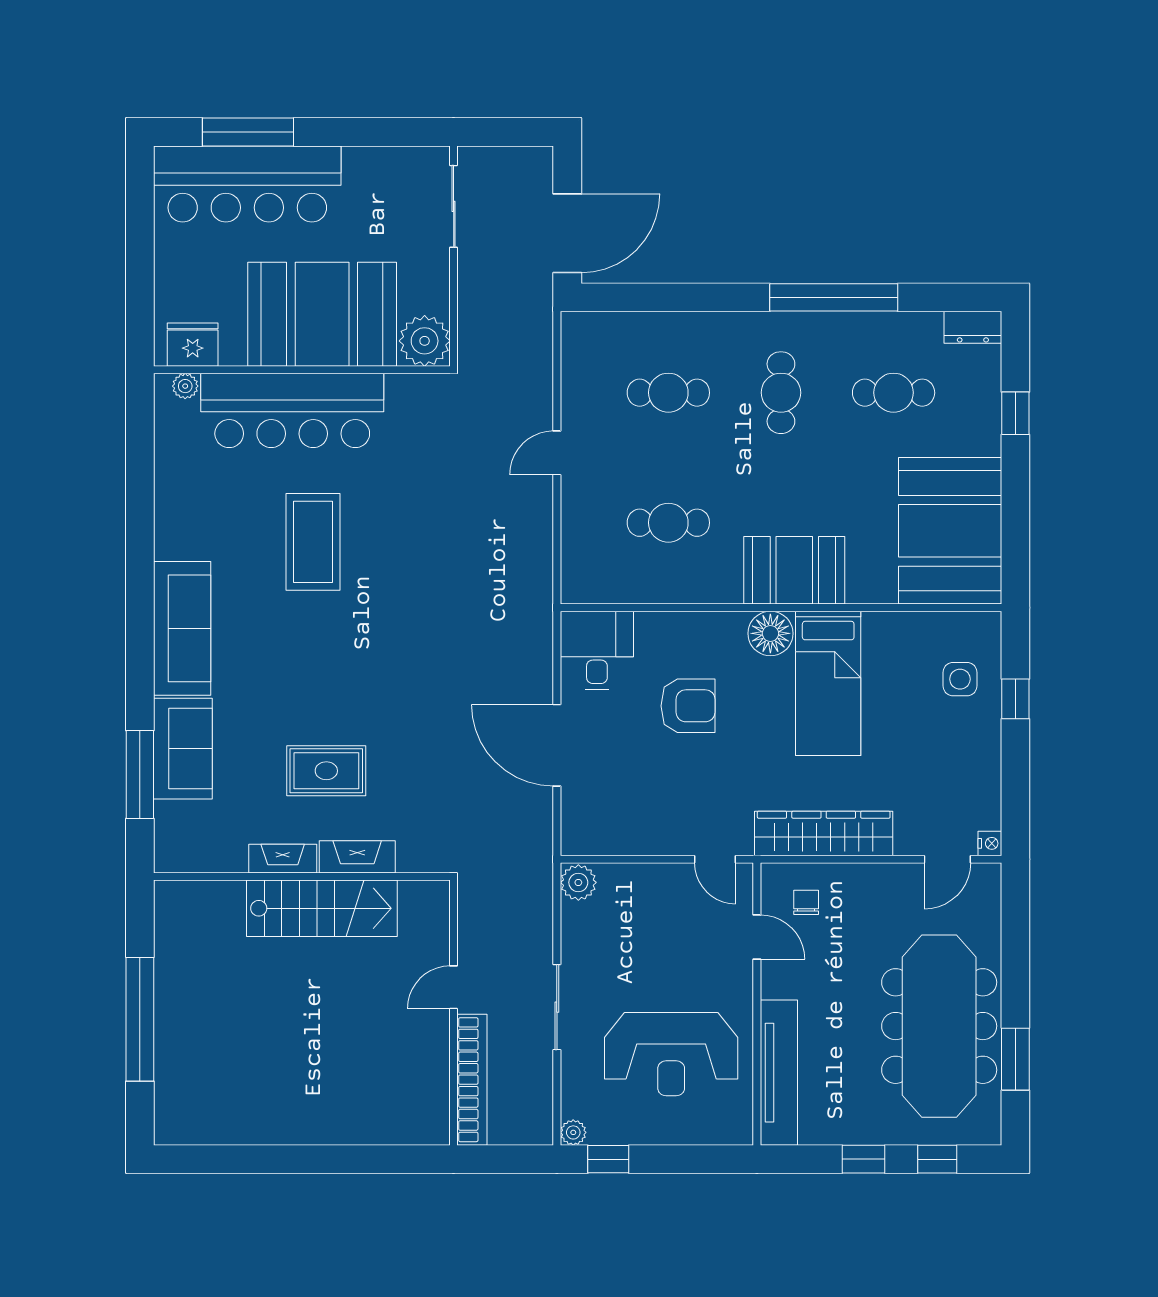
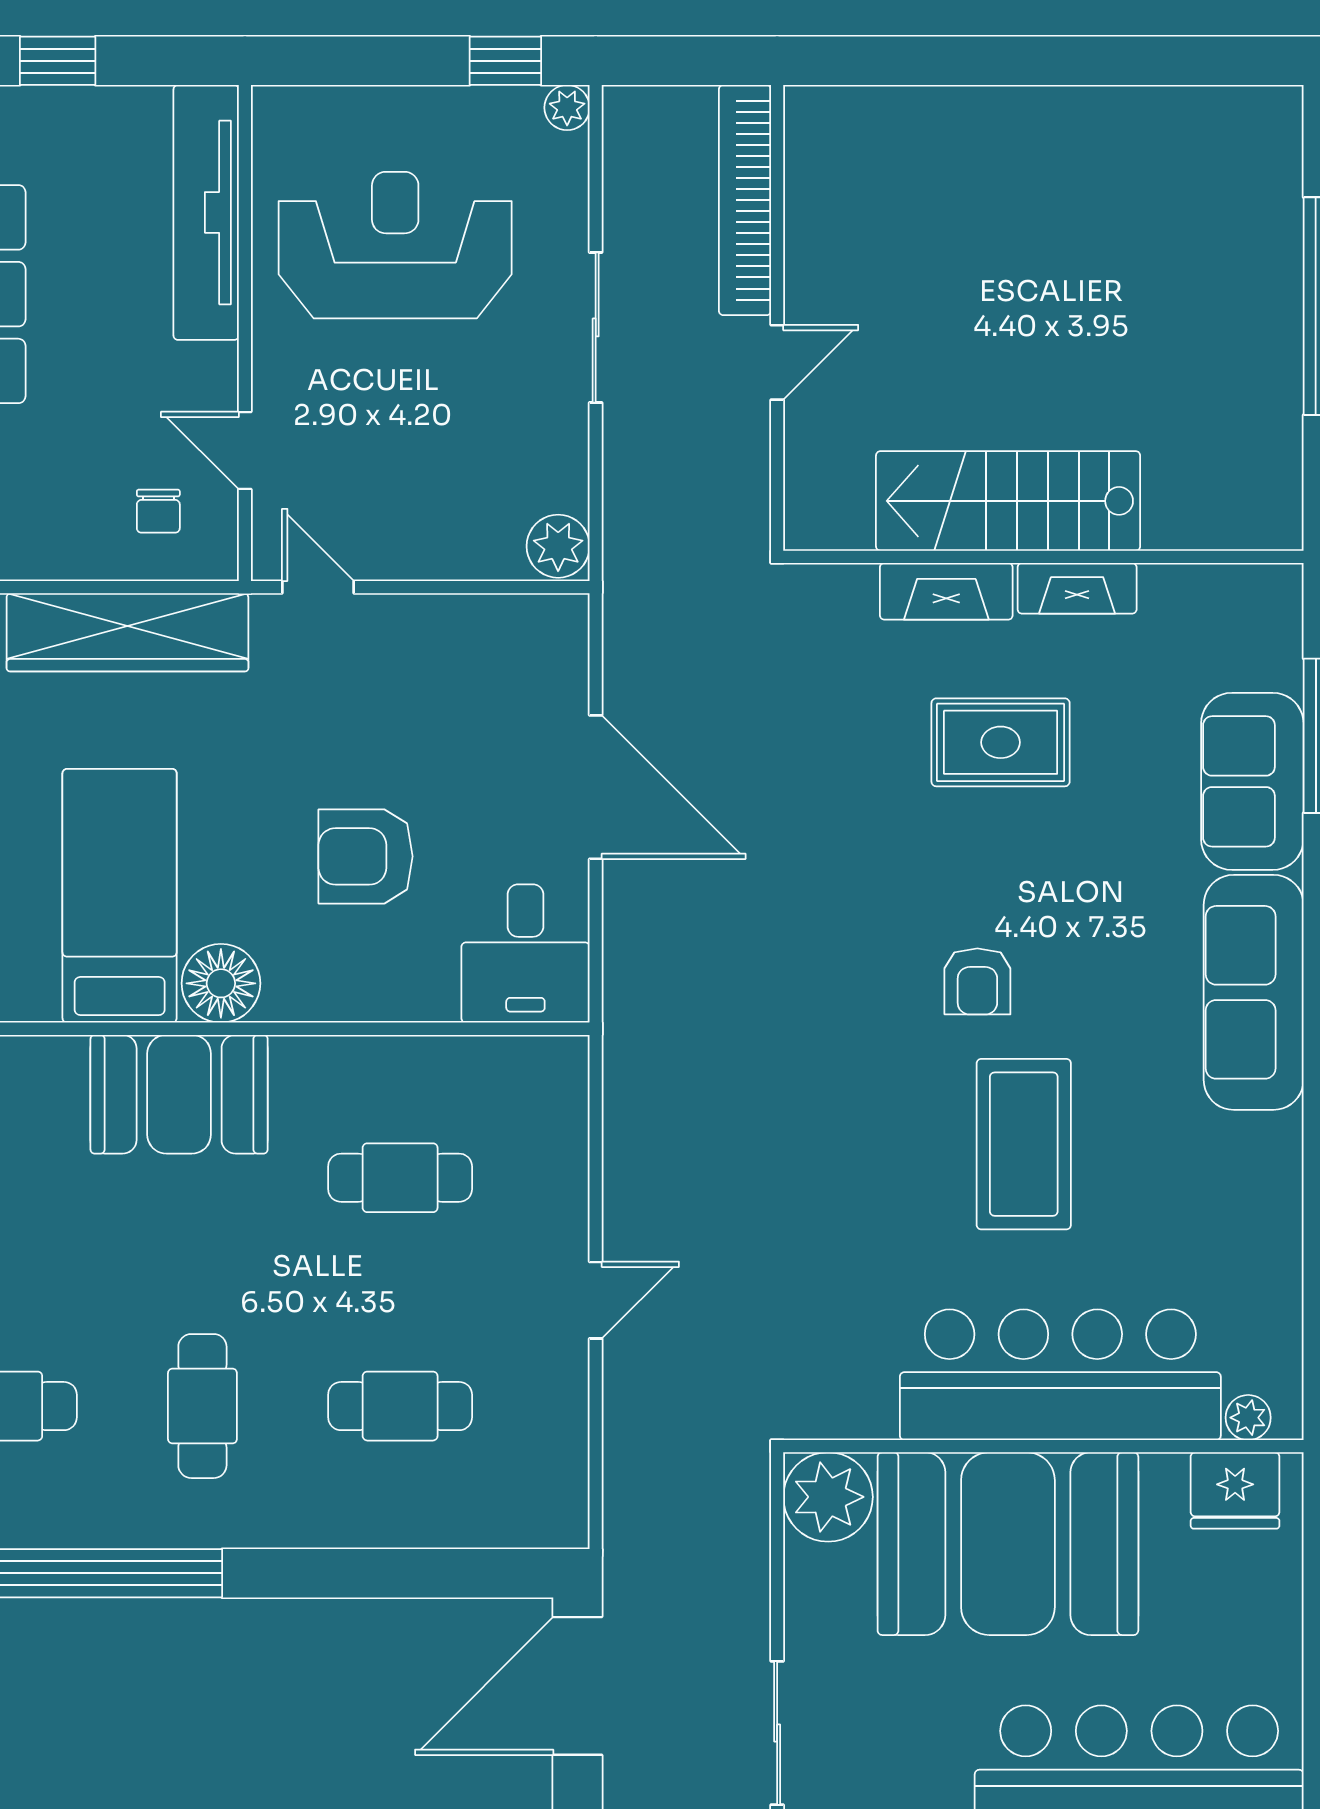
armchair: (339, 635) -> (977, 981), added

